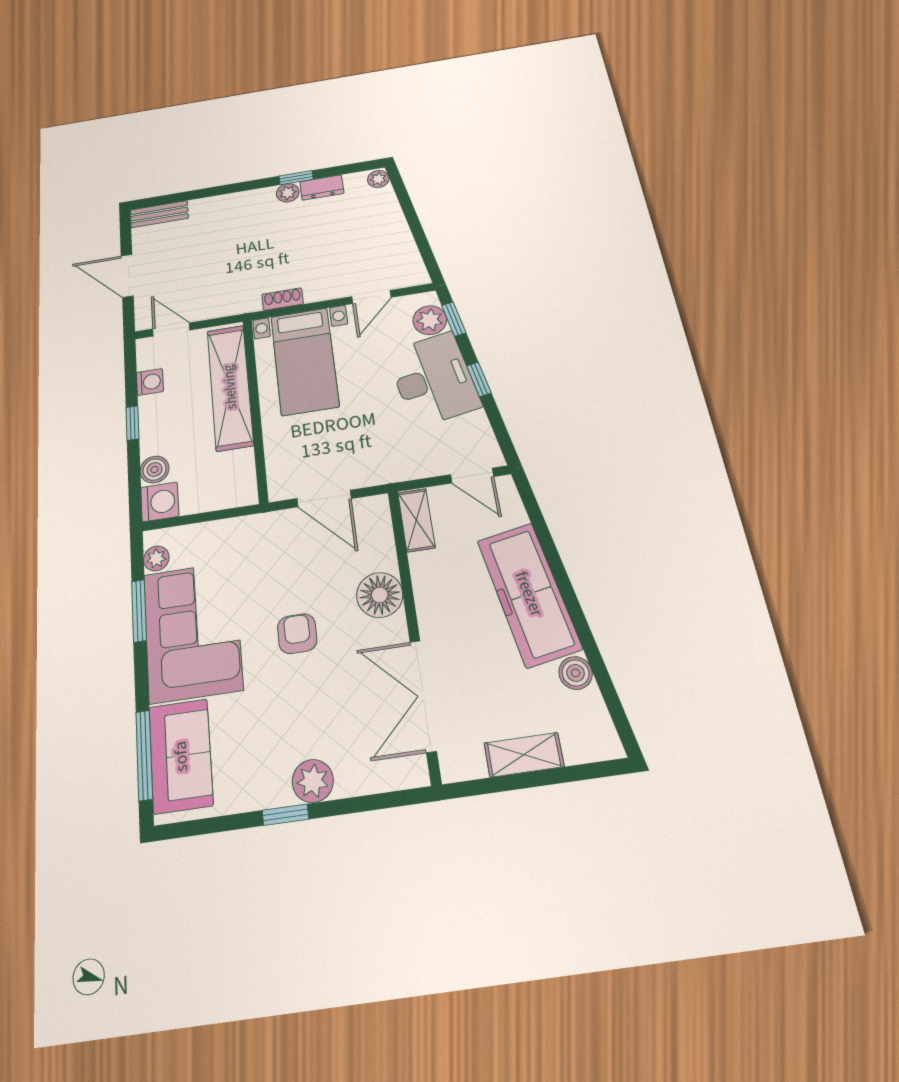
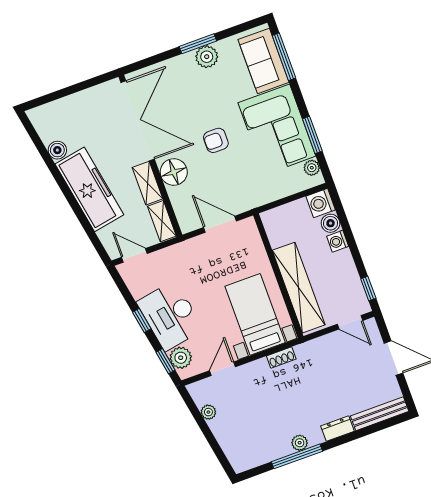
window: (296, 178) -> (297, 456), width x2.17
plant: (378, 179) -> (208, 412), moved
dresser: (322, 188) -> (338, 429), moved
bench: (159, 214) -> (380, 414), width x1.36
washing machine: (150, 382) -> (338, 241), moved
window: (132, 423) -> (368, 289), moved
armchair: (297, 634) -> (216, 140), turned 90
double door: (423, 696) -> (138, 121), width x1.36
shelving: (524, 755) -> (148, 183), moved, turned 90
plant: (313, 781) -> (207, 57), moved
window: (285, 815) -> (198, 44), width x1.50

